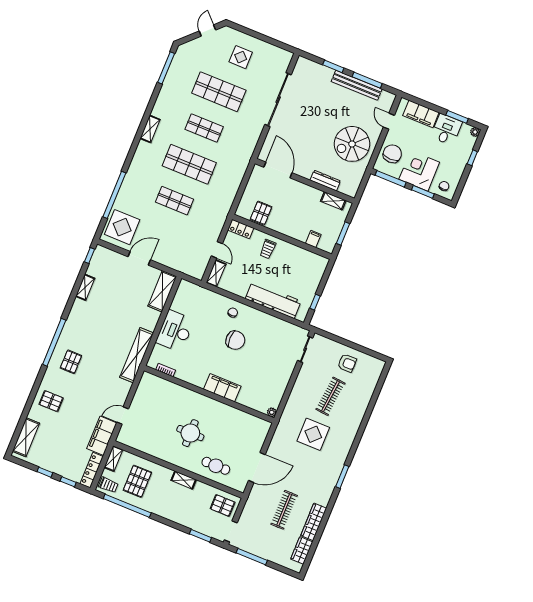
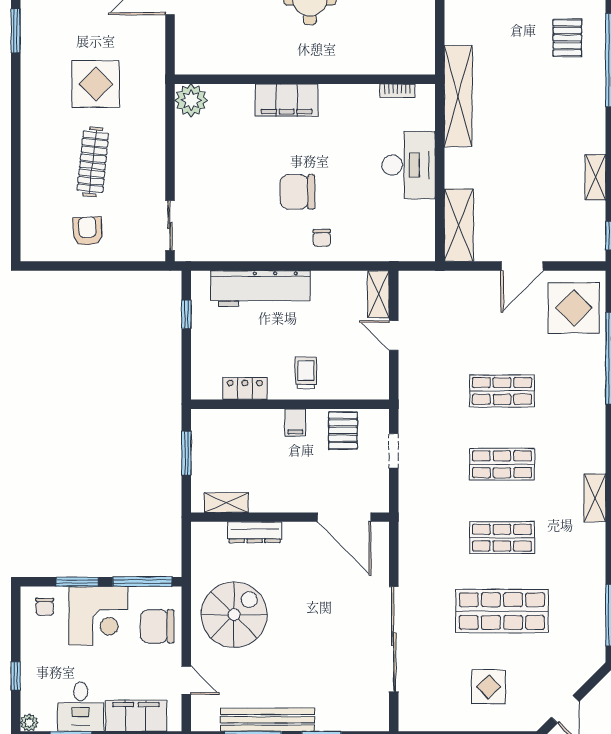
chair: (392, 154) -> (157, 626), turned 90
shop shelf: (189, 164) -> (502, 464), width x0.70, depth x0.74
doorway: (240, 193) -> (394, 451), added
locker: (241, 229) -> (245, 388), moved
filing cabinet: (313, 239) -> (295, 422), moved
armchair: (347, 363) -> (88, 231), turned 87
plant: (272, 412) -> (191, 100), width x1.88, depth x1.88

